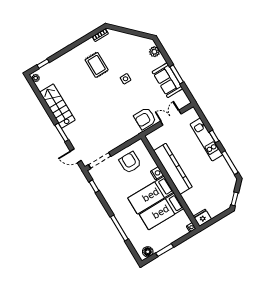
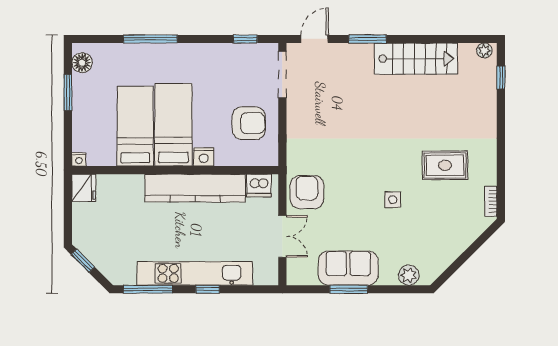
kitchen unit: (206, 140) -> (195, 273), width x1.36
dishwasher: (155, 141) -> (259, 185), added

